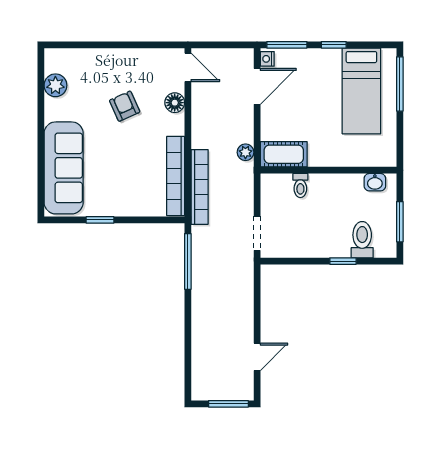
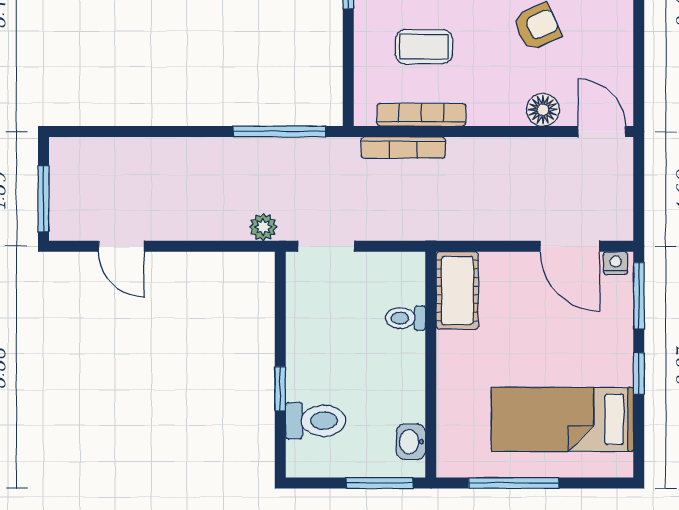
door: (188, 67) -> (602, 131), swing flipped
window: (400, 84) -> (514, 483), moved
plant: (245, 152) -> (263, 227), moved
coffee table: (137, 174) -> (424, 47), added
bookcase: (176, 176) -> (421, 115), width x0.68, depth x0.76
bookcase: (200, 187) -> (403, 148), width x0.68, depth x0.76
window: (400, 222) -> (380, 483), moved

